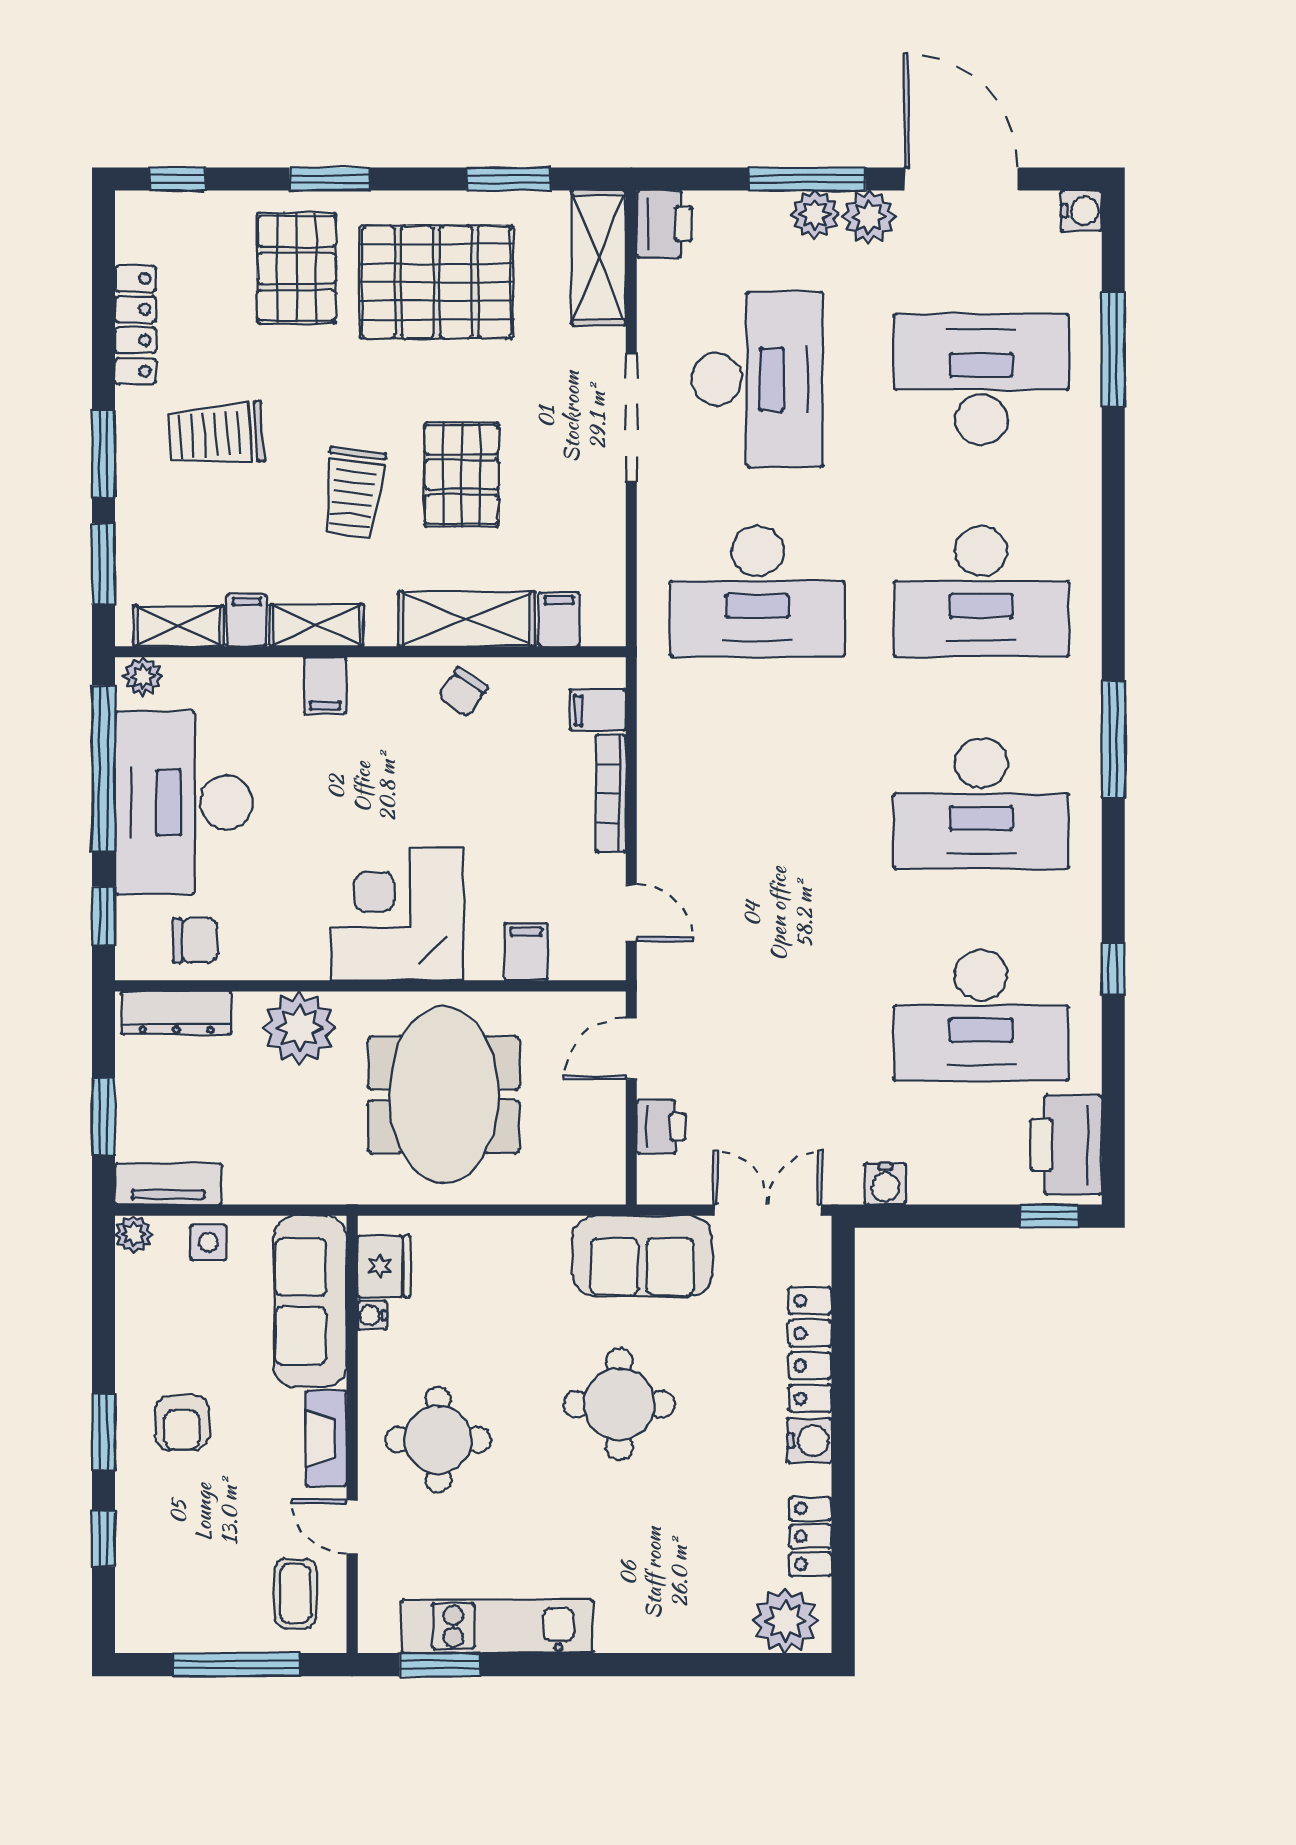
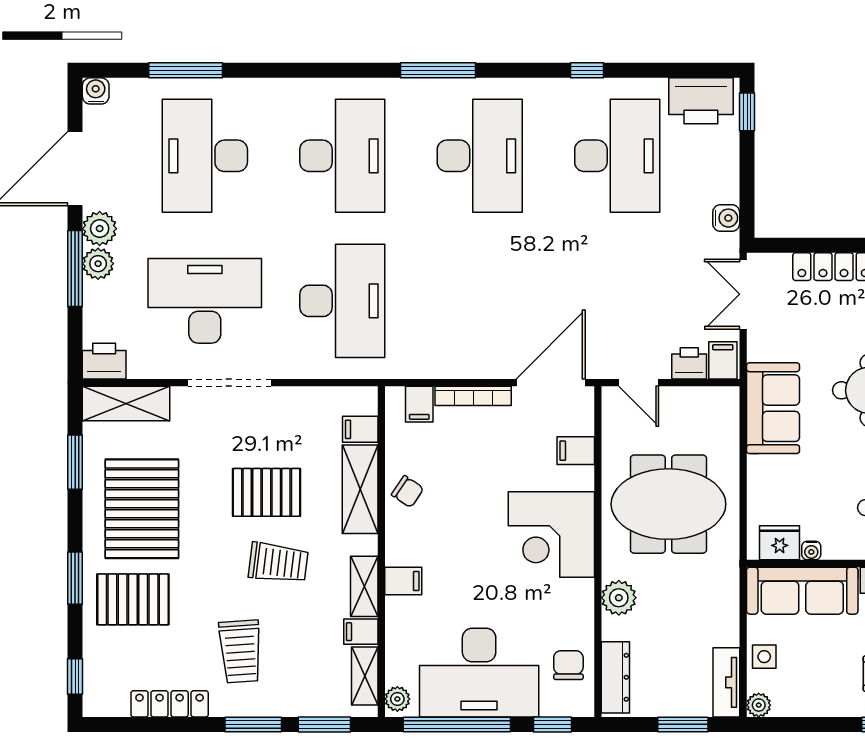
door: (631, 913) -> (551, 383), width x1.87
plant: (299, 1028) -> (619, 598), width x0.73, depth x0.73
filing cabinet: (666, 1179) -> (723, 360), added
sofa: (642, 1256) -> (773, 408), moved

